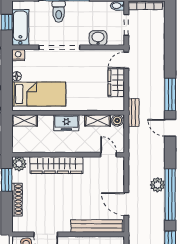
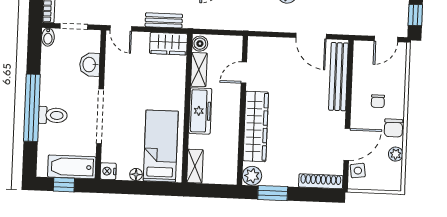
wardrobe: (116, 83) -> (169, 44), moved
bench: (134, 112) -> (164, 20), moved
freezer: (66, 123) -> (200, 111), width x1.40
door: (109, 155) -> (244, 73), moved
shoe rack: (17, 200) -> (321, 181), moved
door: (126, 204) -> (311, 36), hinge flipped

